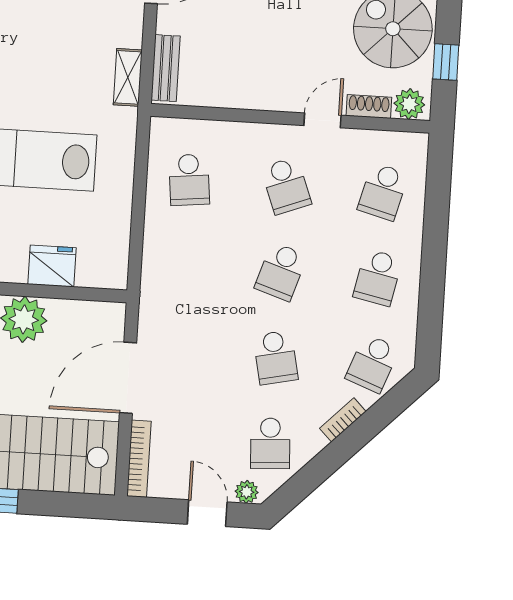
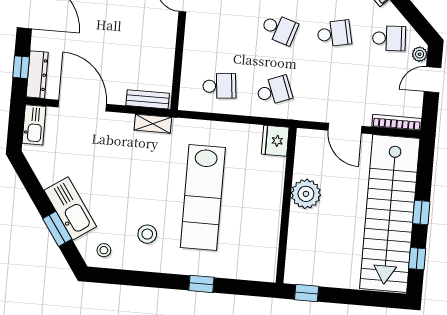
school desk: (286, 186) -> (274, 91), moved
fridge: (52, 266) -> (275, 141), moved
door: (128, 378) -> (345, 128), width x0.73

